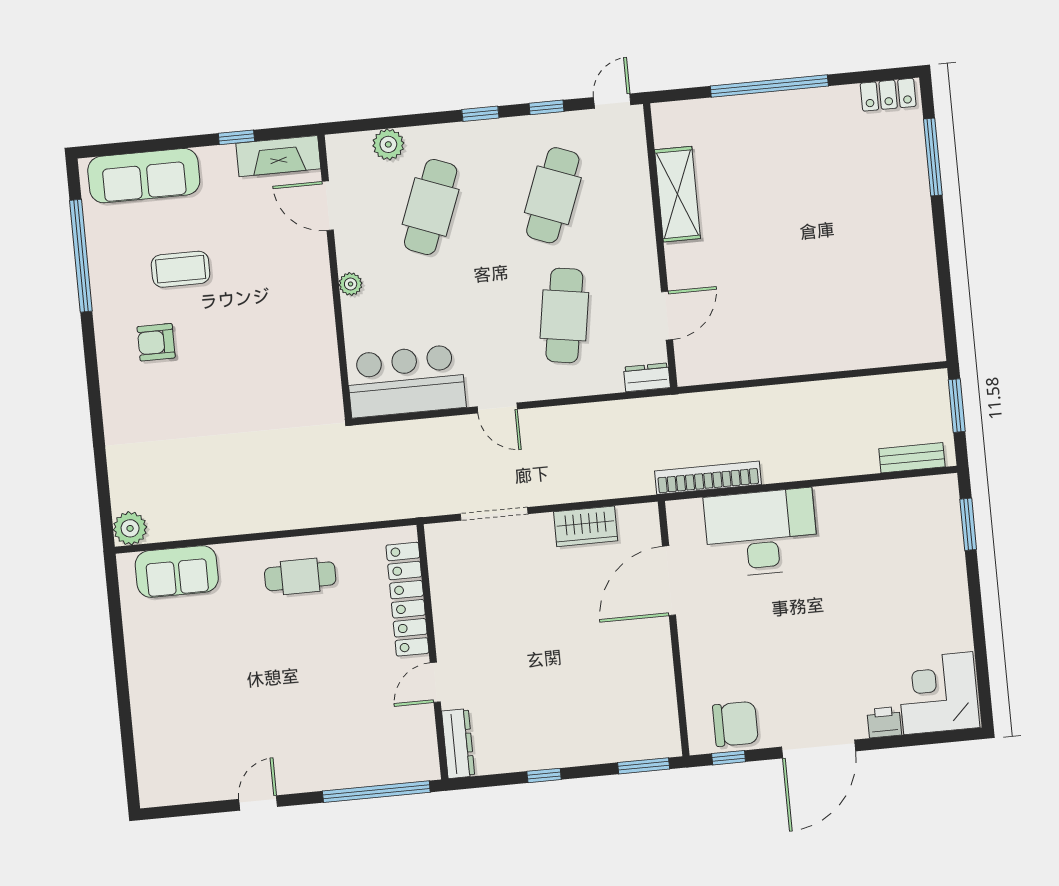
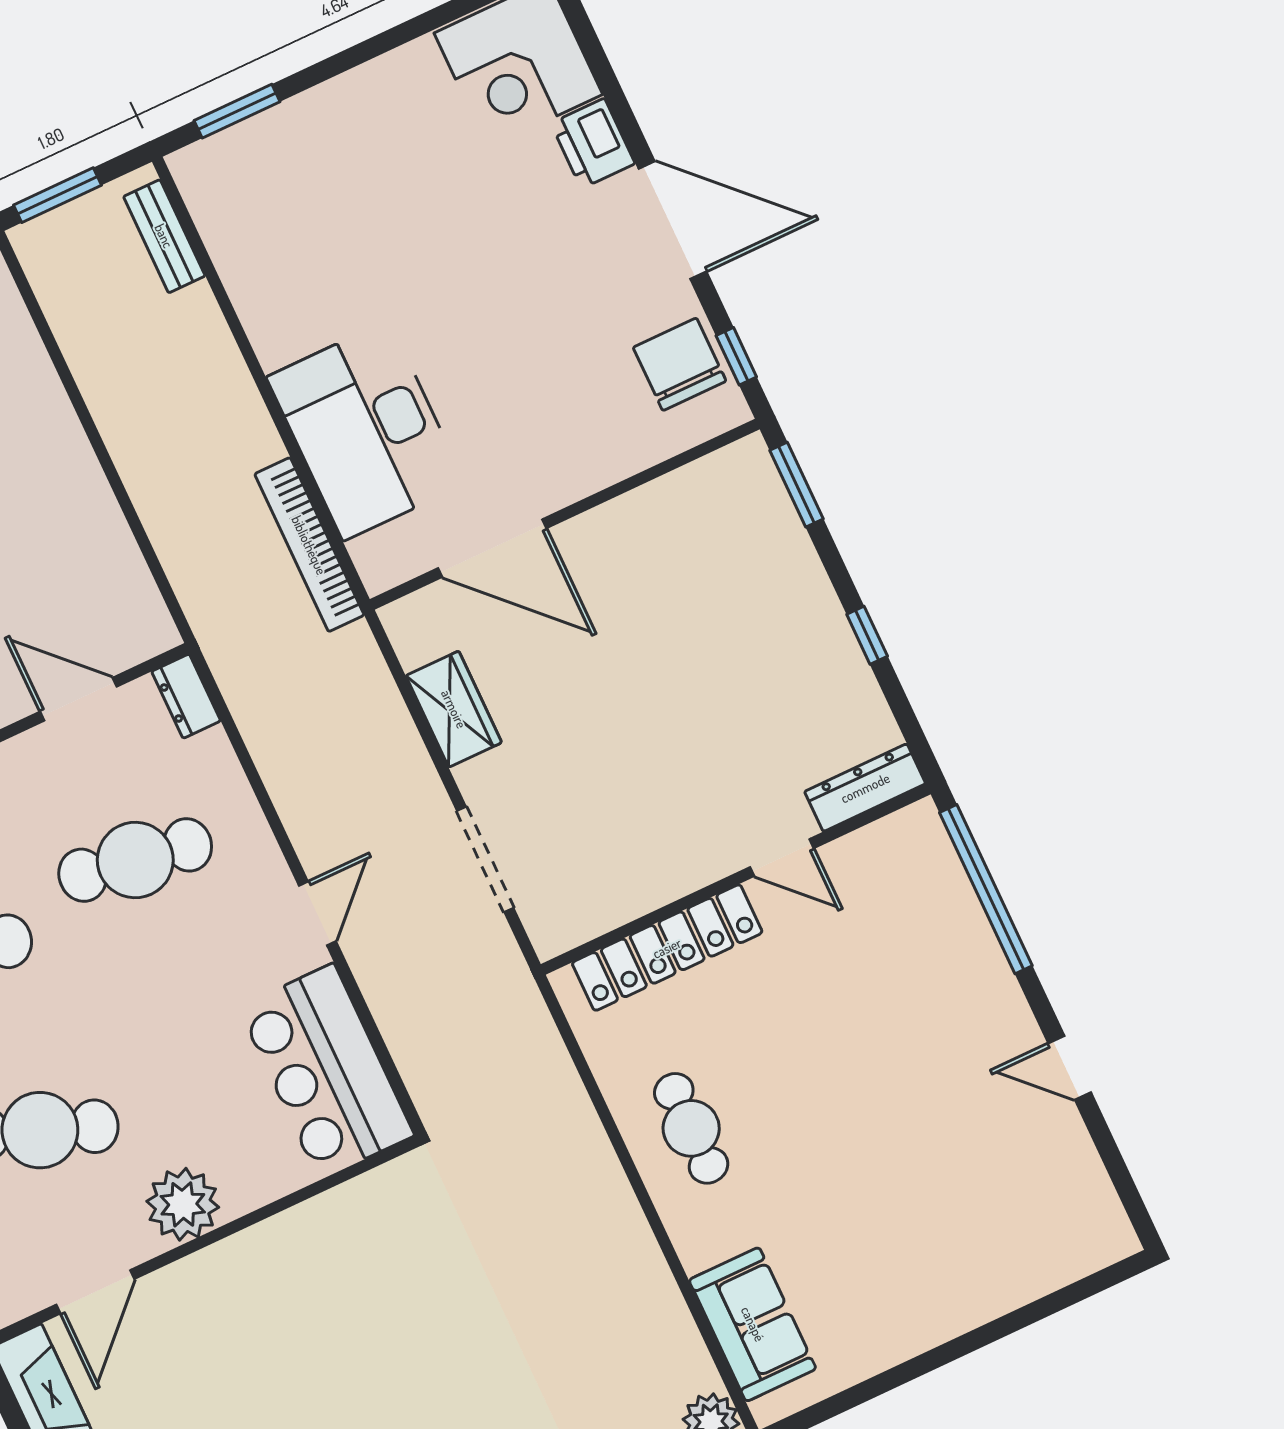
plant: (351, 284) -> (183, 1204), width x1.88, depth x1.88
printer: (884, 722) -> (593, 143), width x1.36, depth x1.24

